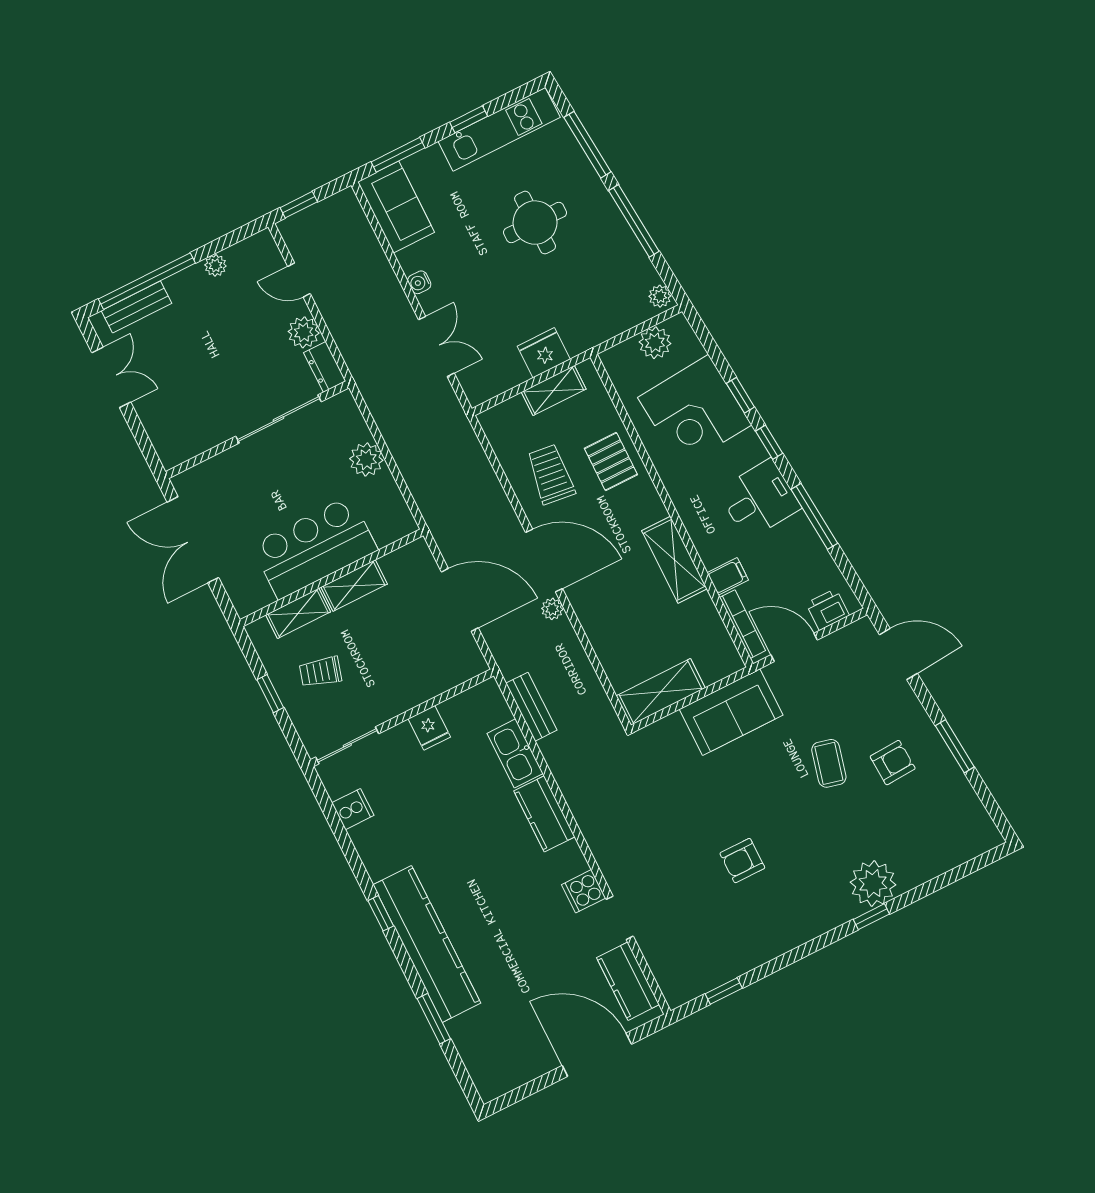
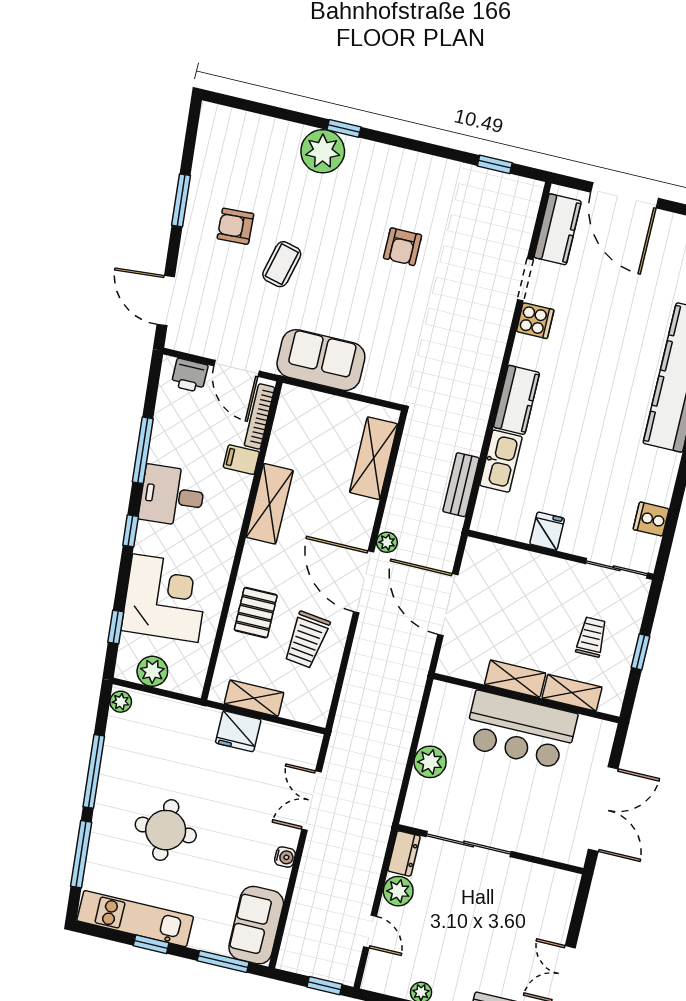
window: (740, 395) -> (116, 627), moved
trolley: (321, 672) -> (591, 637), turned -106
shelving: (661, 692) -> (374, 458), moved, turned 90
armchair: (742, 861) -> (403, 247), turned 90

